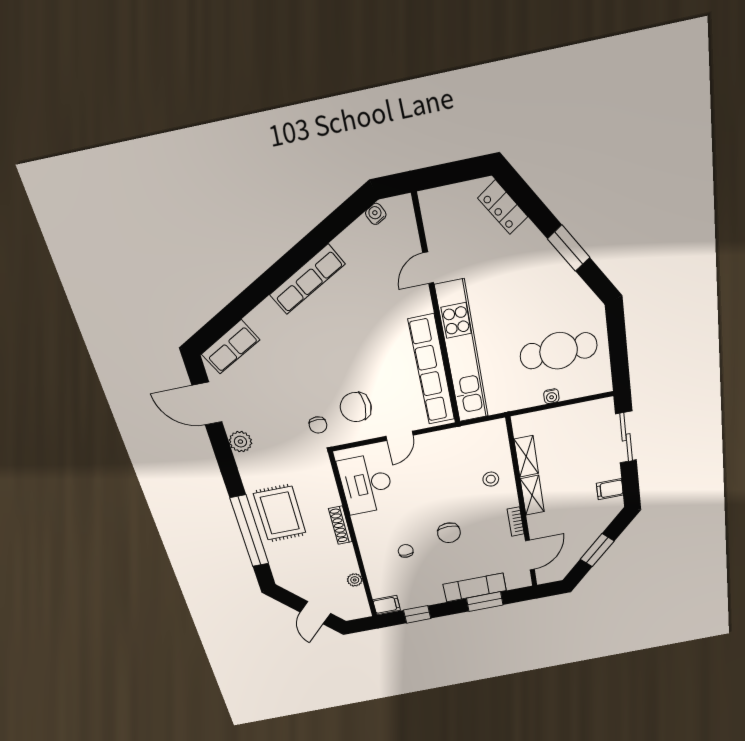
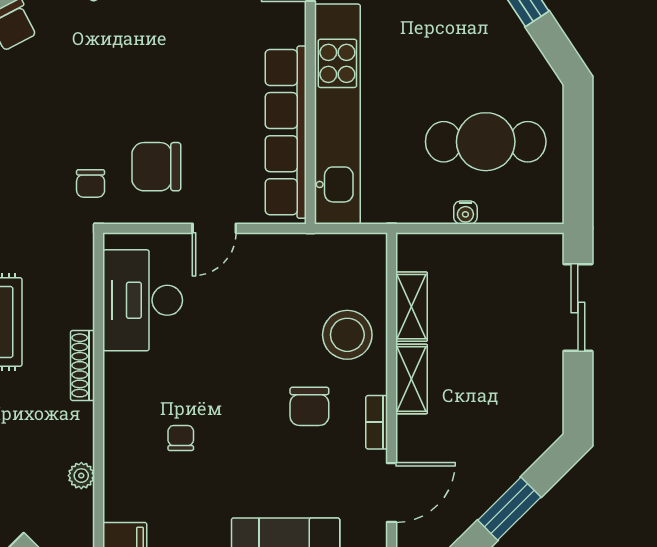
stool: (491, 479) -> (347, 335), width x1.89, depth x1.89
filing cabinet: (610, 489) -> (543, 396), removed
chair: (449, 533) -> (309, 406), moved

